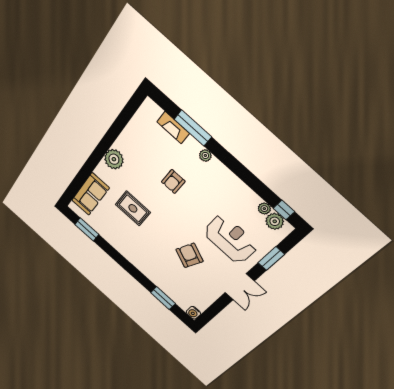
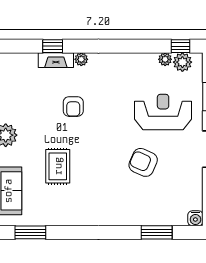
fireplace: (173, 128) -> (56, 60), moved
window: (193, 128) -> (53, 46), width x0.46
rug: (133, 208) -> (58, 166), turned 90

